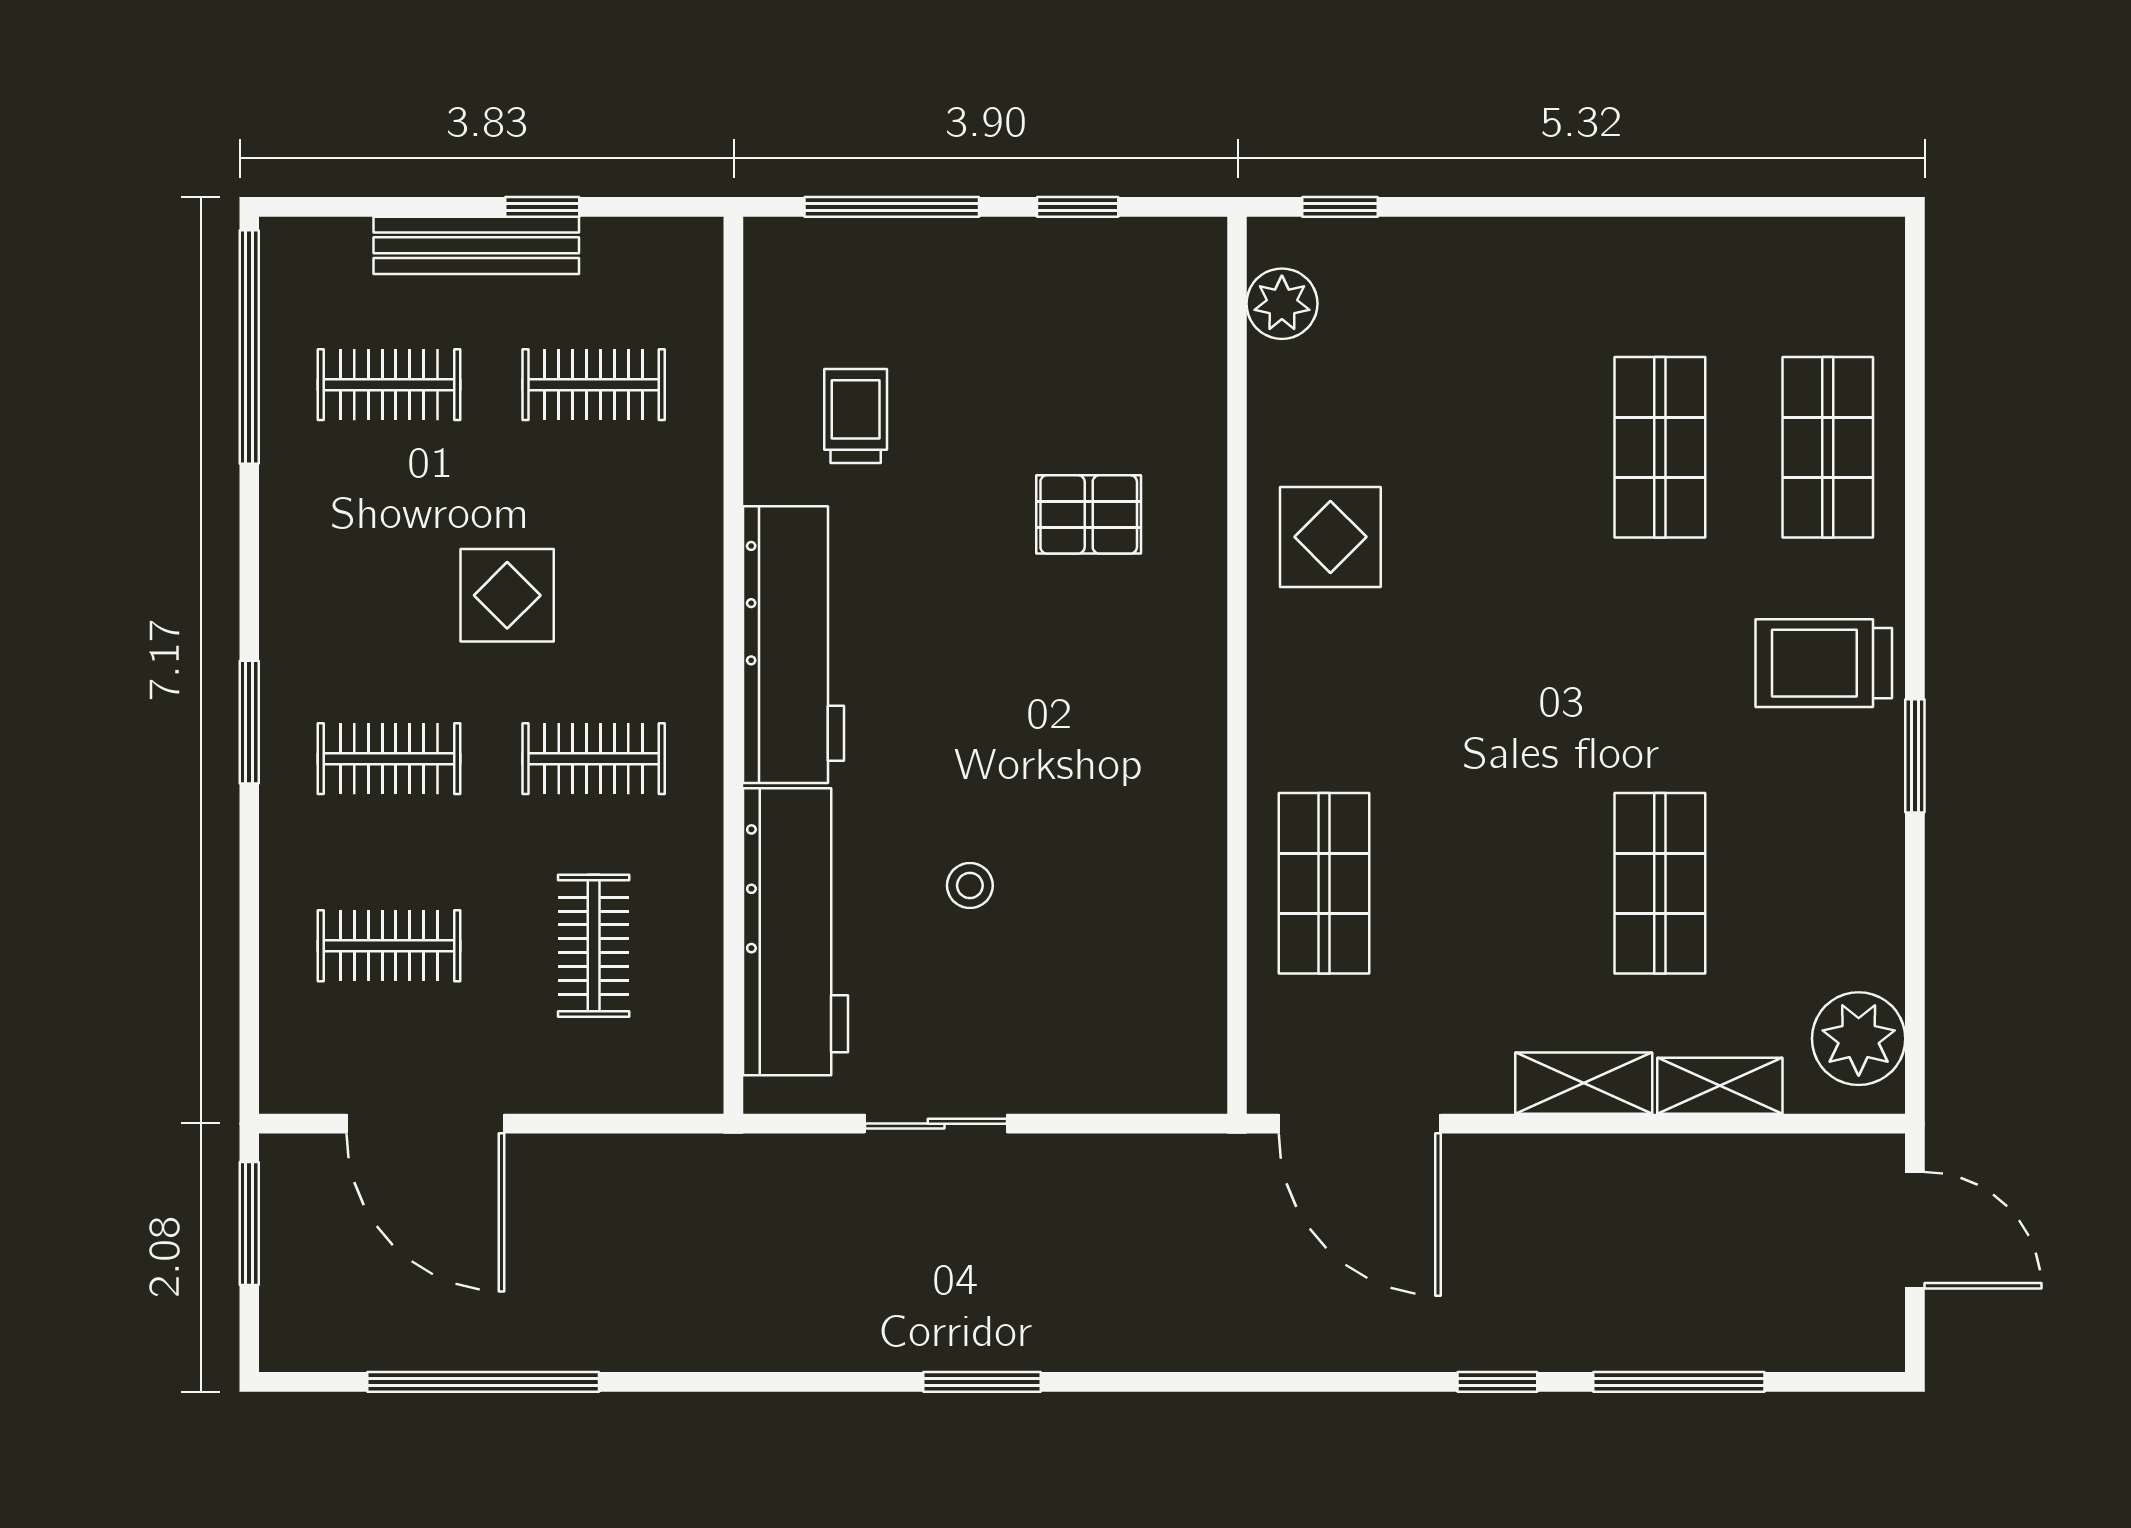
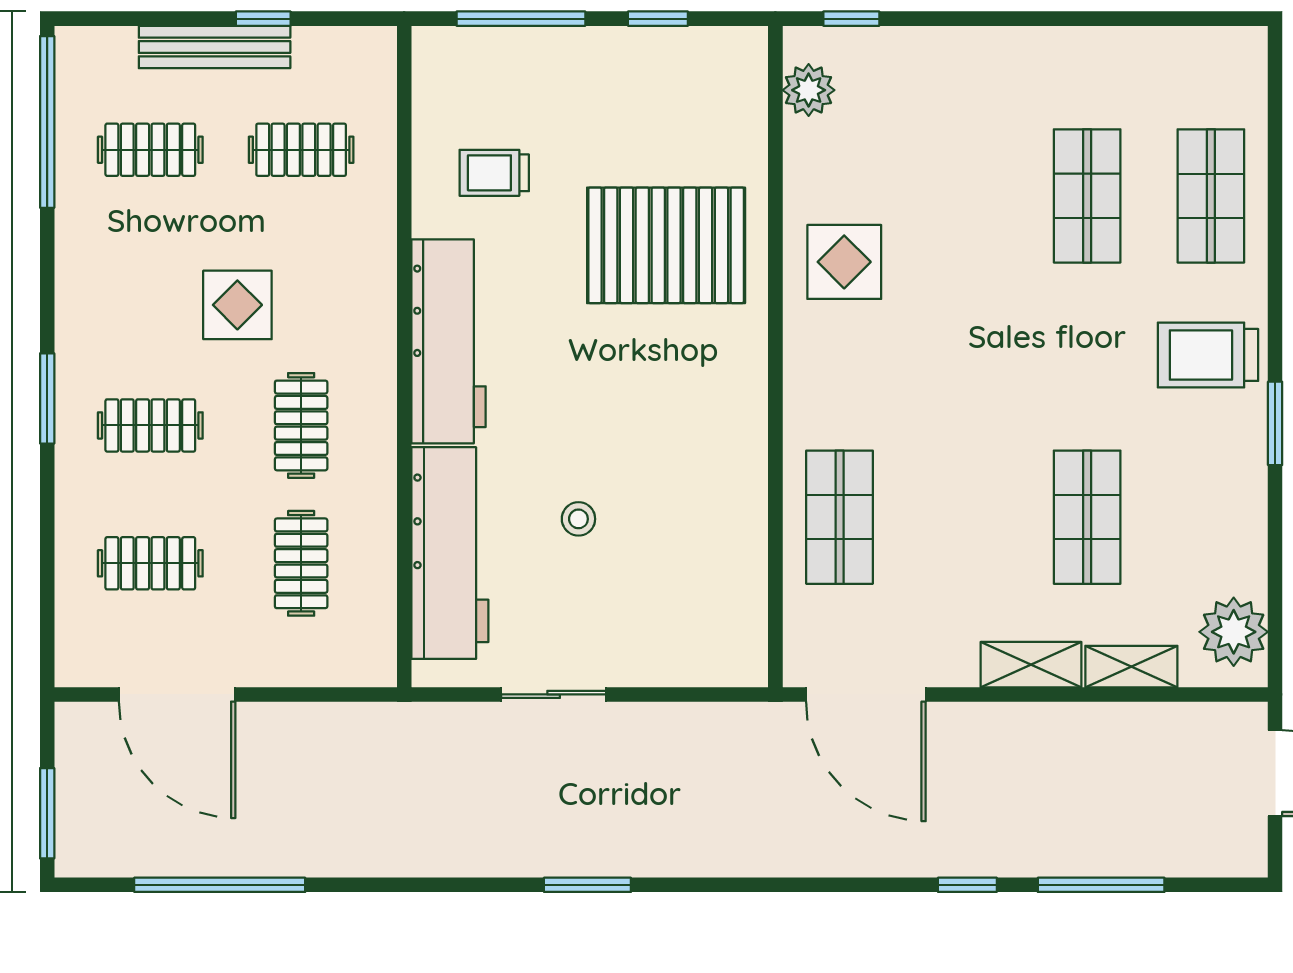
trolley: (856, 416) -> (494, 173), turned -90
pallet: (1089, 514) -> (666, 245), width x2.05, depth x2.00
clothes rail: (594, 759) -> (301, 425), turned 90
window: (249, 1223) -> (47, 813), moved

